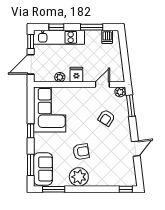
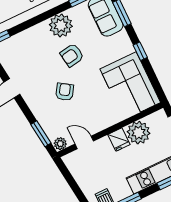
plant: (60, 77) -> (139, 133), width x1.88, depth x1.88
door: (102, 85) -> (84, 142), swing flipped
armchair: (106, 118) -> (65, 92), moved

